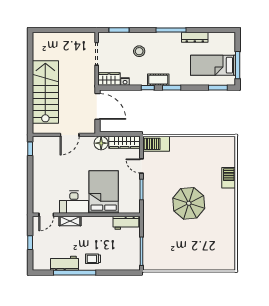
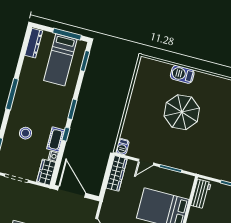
dresser: (195, 37) -> (34, 43), moved
cot: (158, 80) -> (56, 139), moved
door: (98, 106) -> (72, 192), hinge flipped
floor lamp: (101, 143) -> (111, 198), removed
barbecue: (156, 144) -> (122, 147), width x0.53, depth x0.65
parasol: (189, 203) -> (182, 112), moved

